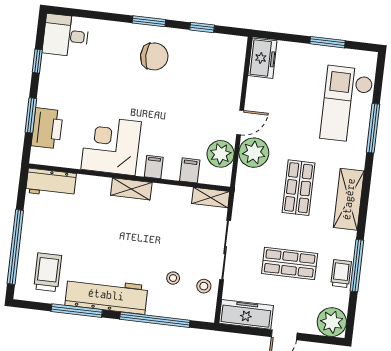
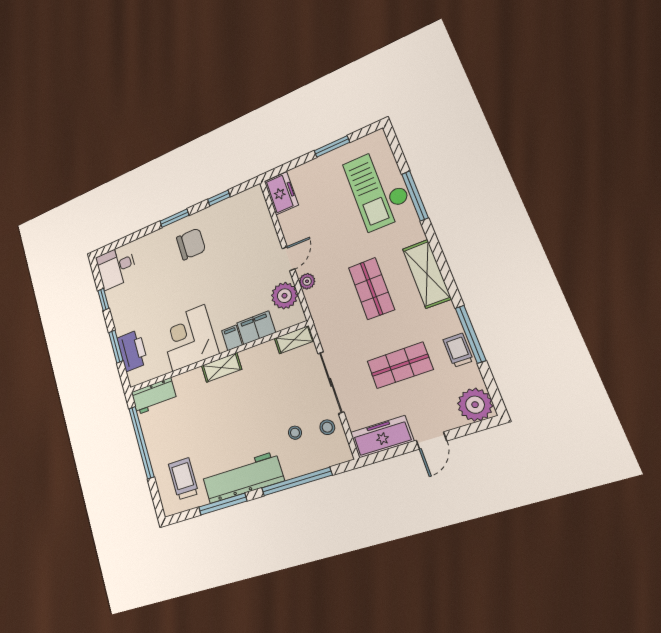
plant: (254, 153) -> (307, 281), width x0.53, depth x0.53
filing cabinet: (190, 170) -> (256, 328), width x2.00
window: (15, 247) -> (141, 442), moved

